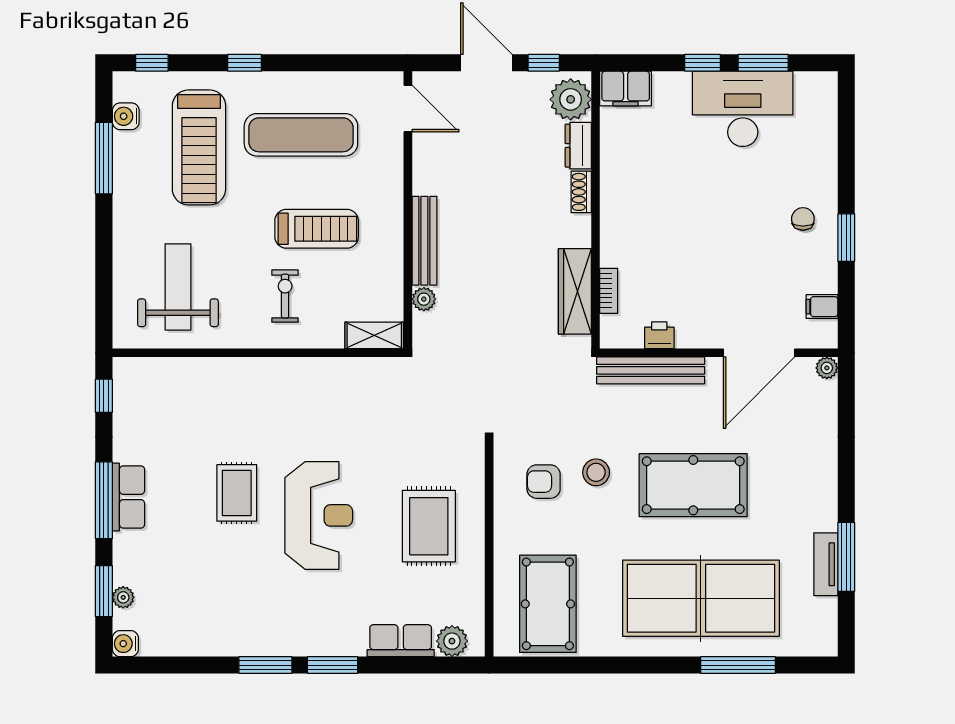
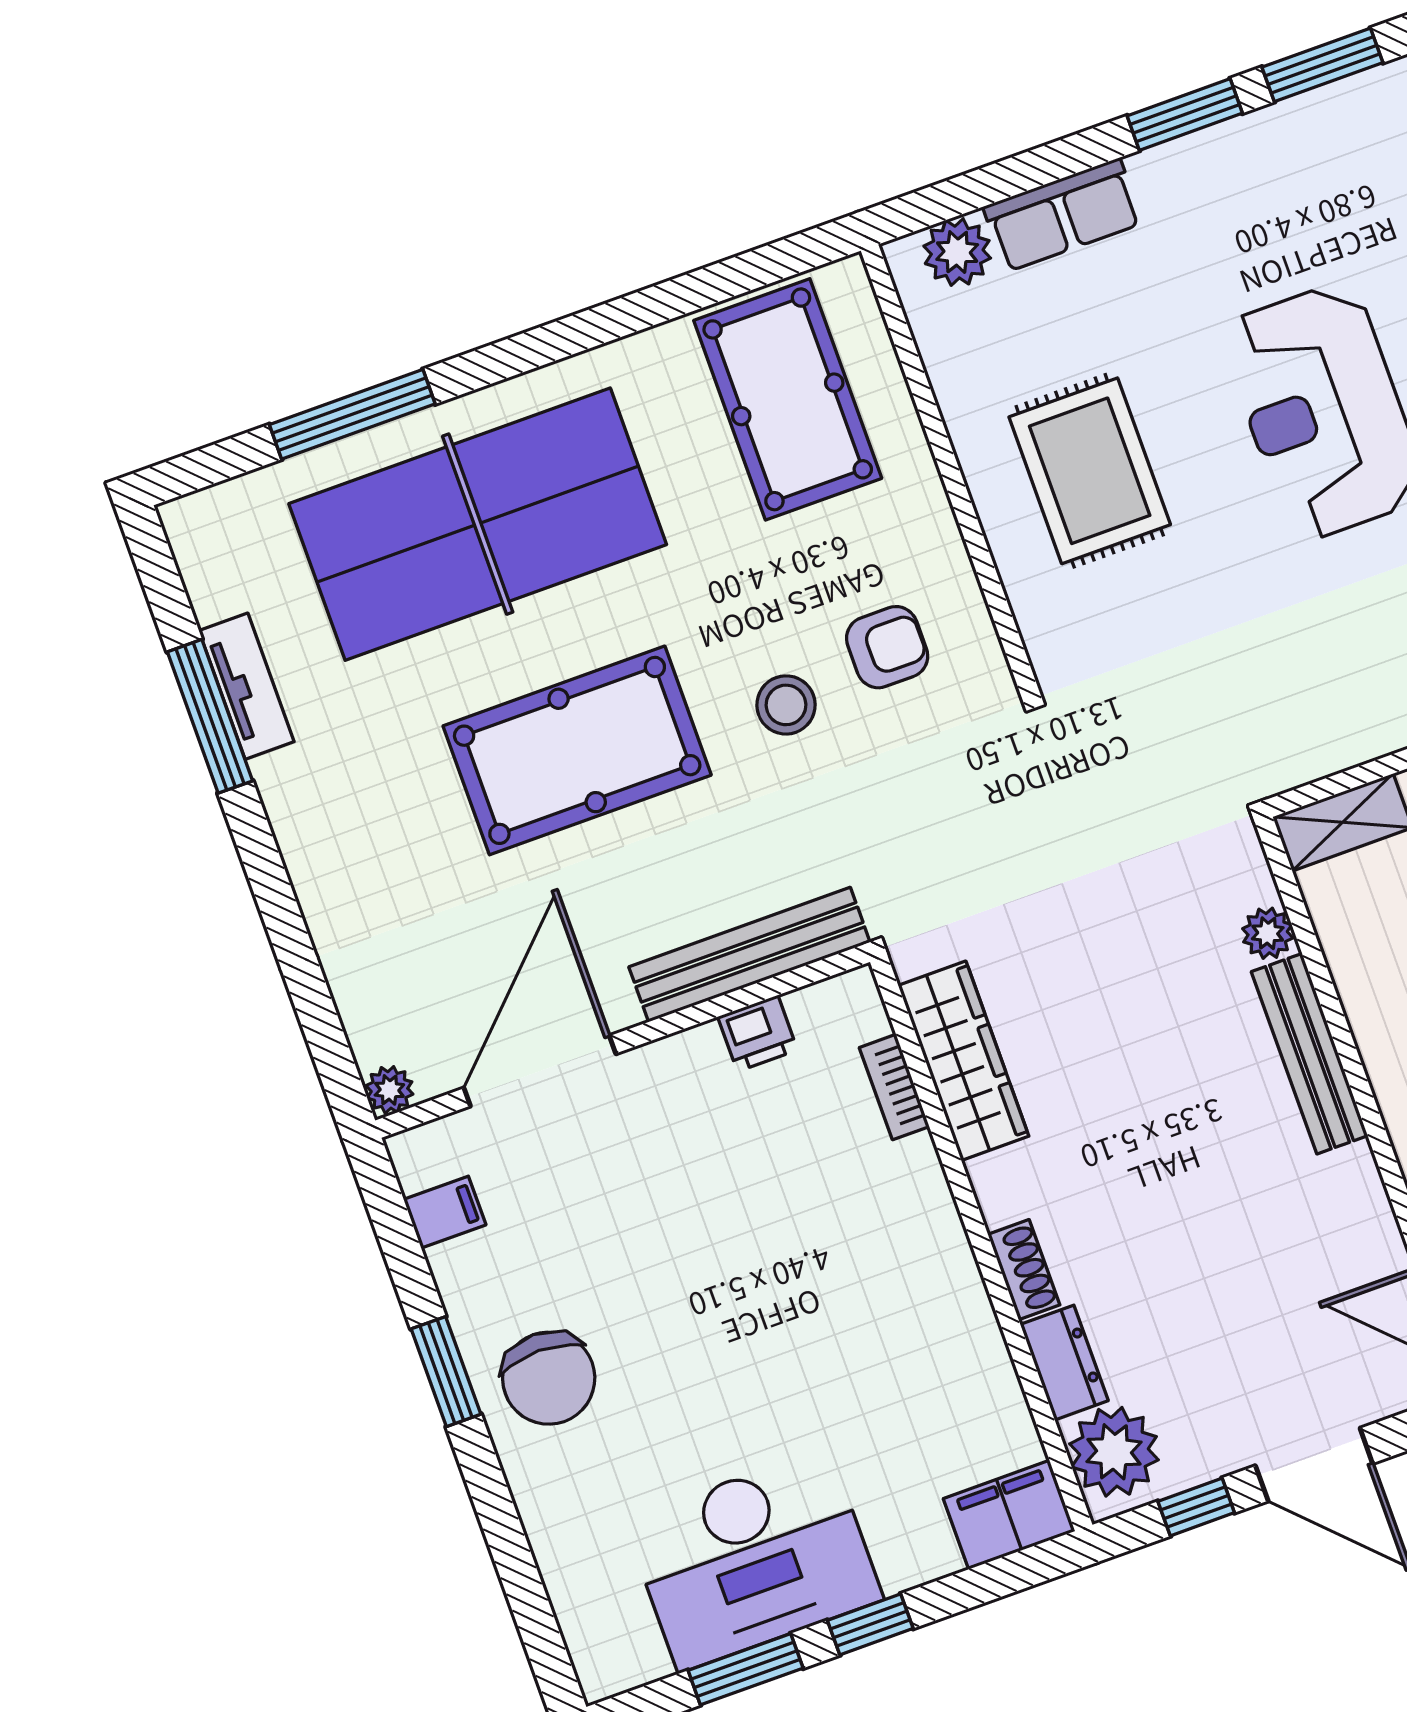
chair: (803, 219) -> (549, 1378), width x1.87, depth x1.87

